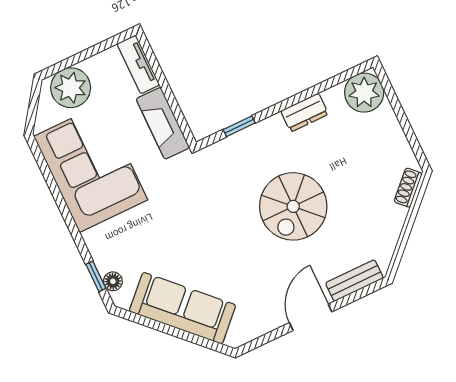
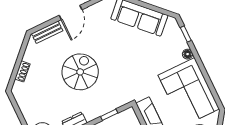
shoe rack: (408, 188) -> (22, 71), moved
floor lamp: (113, 281) -> (188, 54), moved

